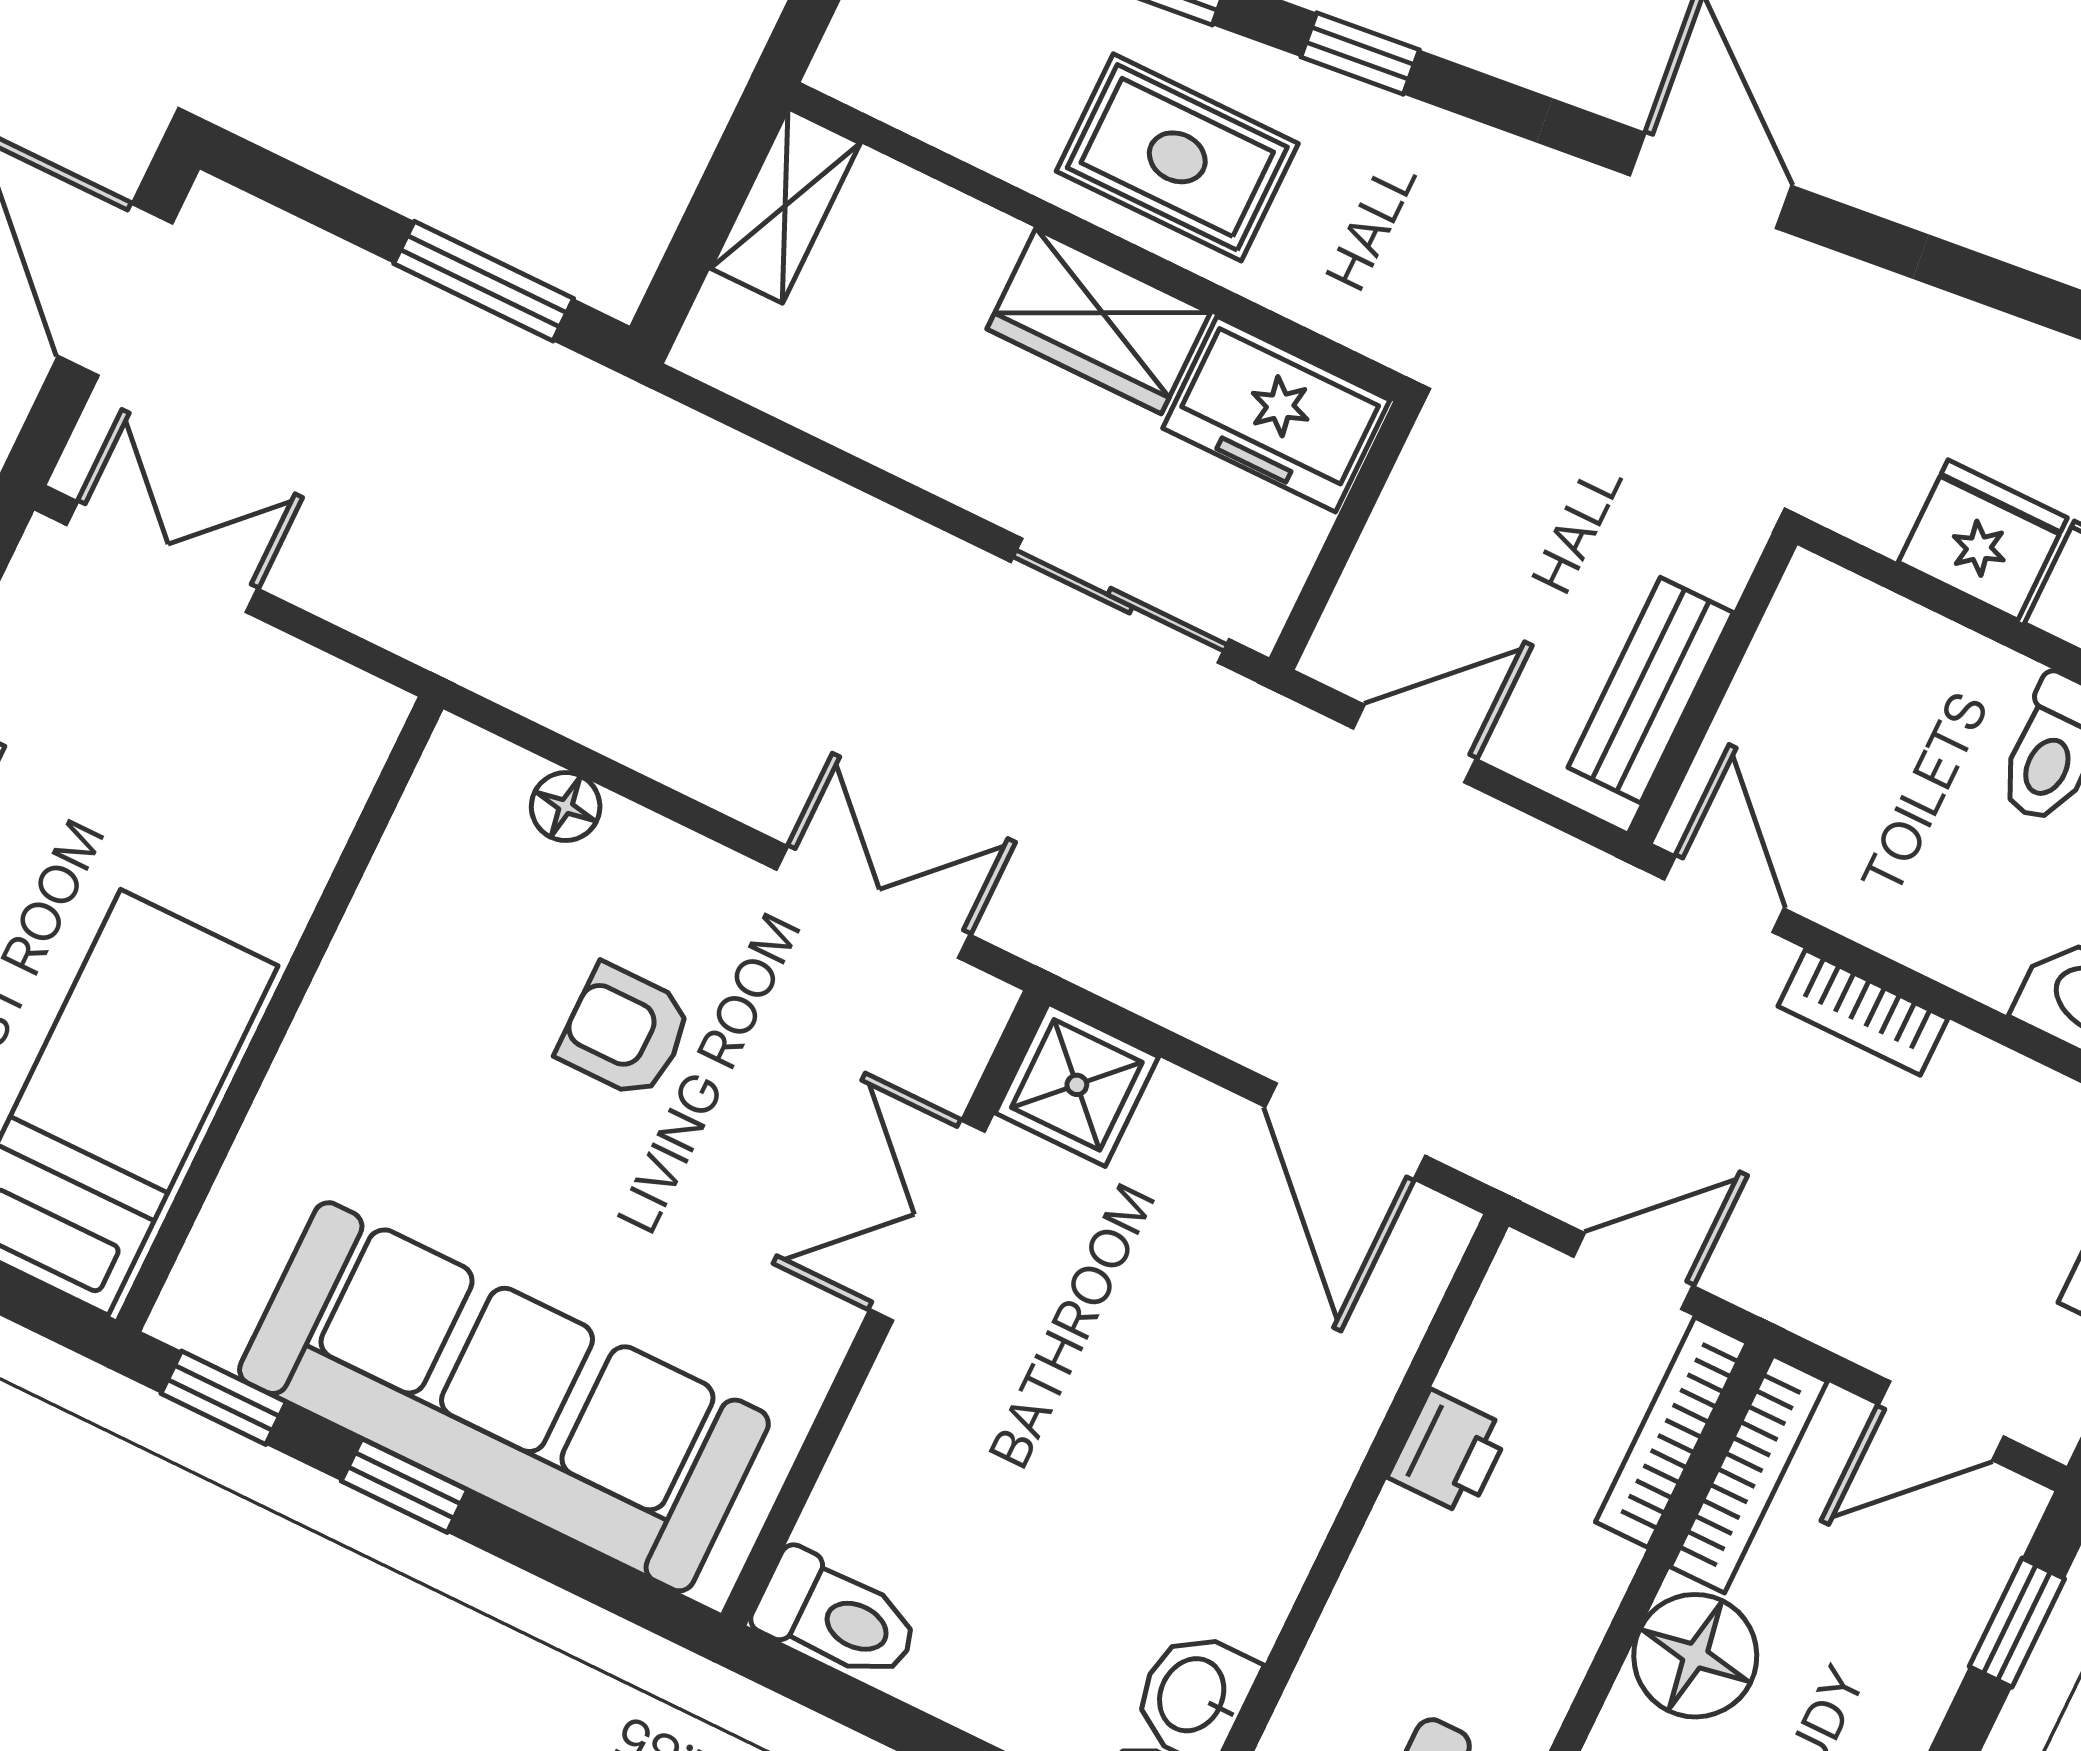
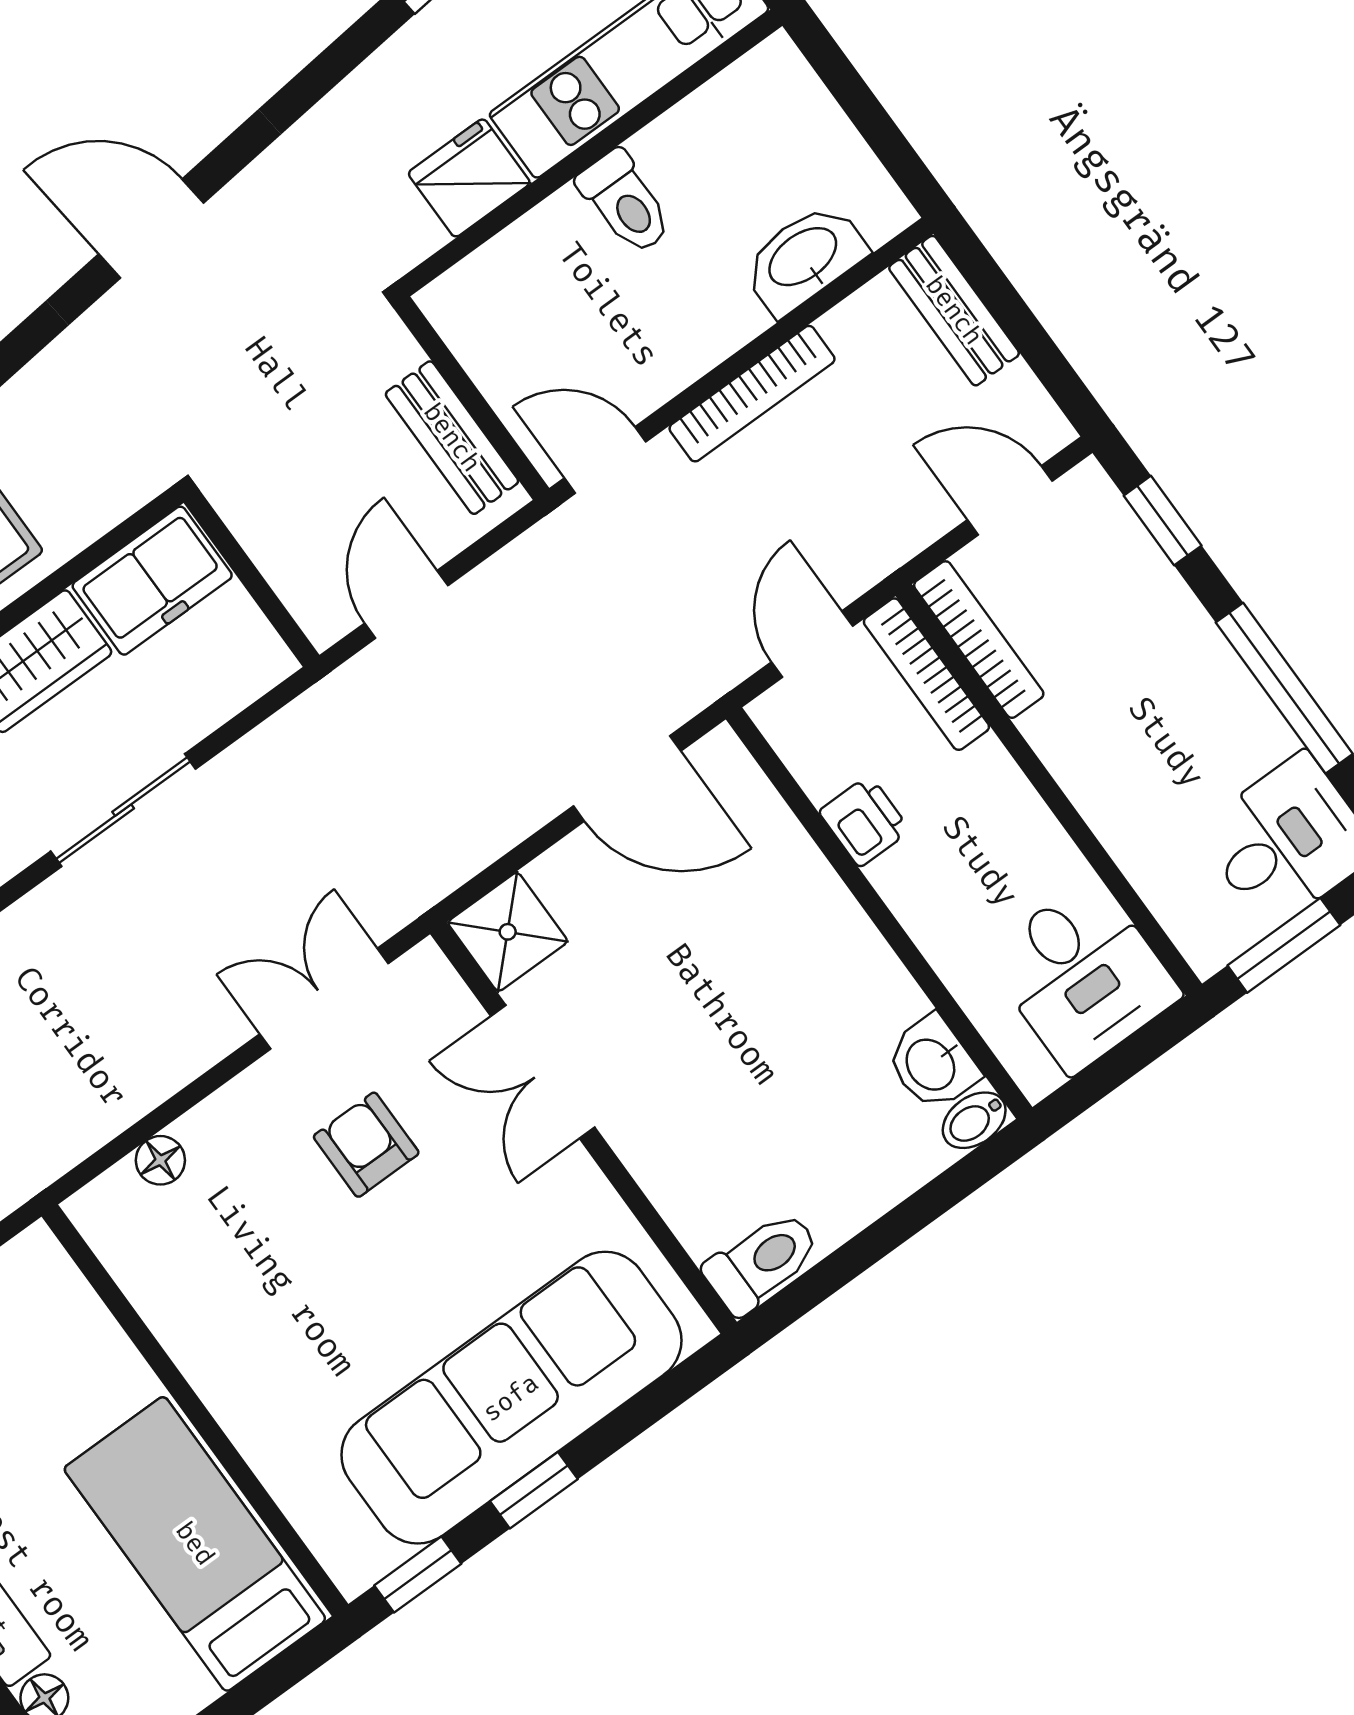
sliding door: (1120, 601) -> (123, 810), moved
bookcase: (1863, 1012) -> (752, 394), width x1.56
armchair: (625, 1031) -> (366, 1145), moved, turned 90
door: (1941, 1421) -> (1010, 500), swing flipped
floor lamp: (1695, 1656) -> (1075, 734), removed

